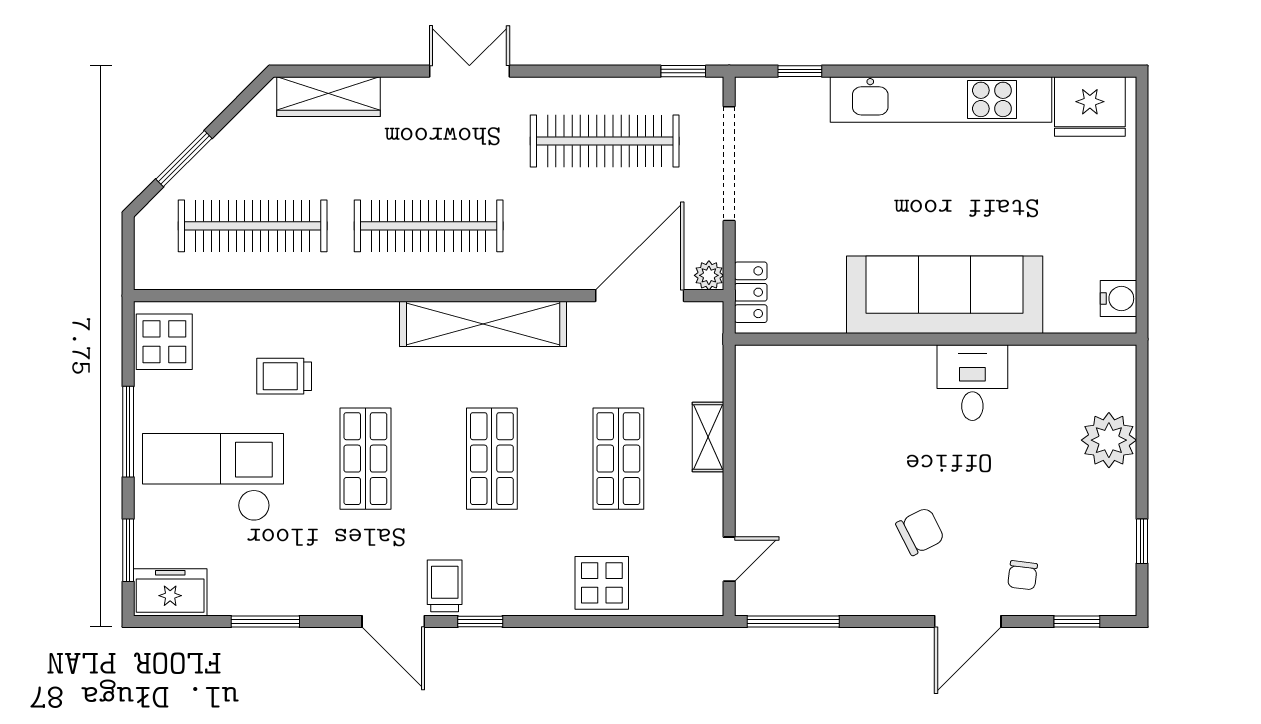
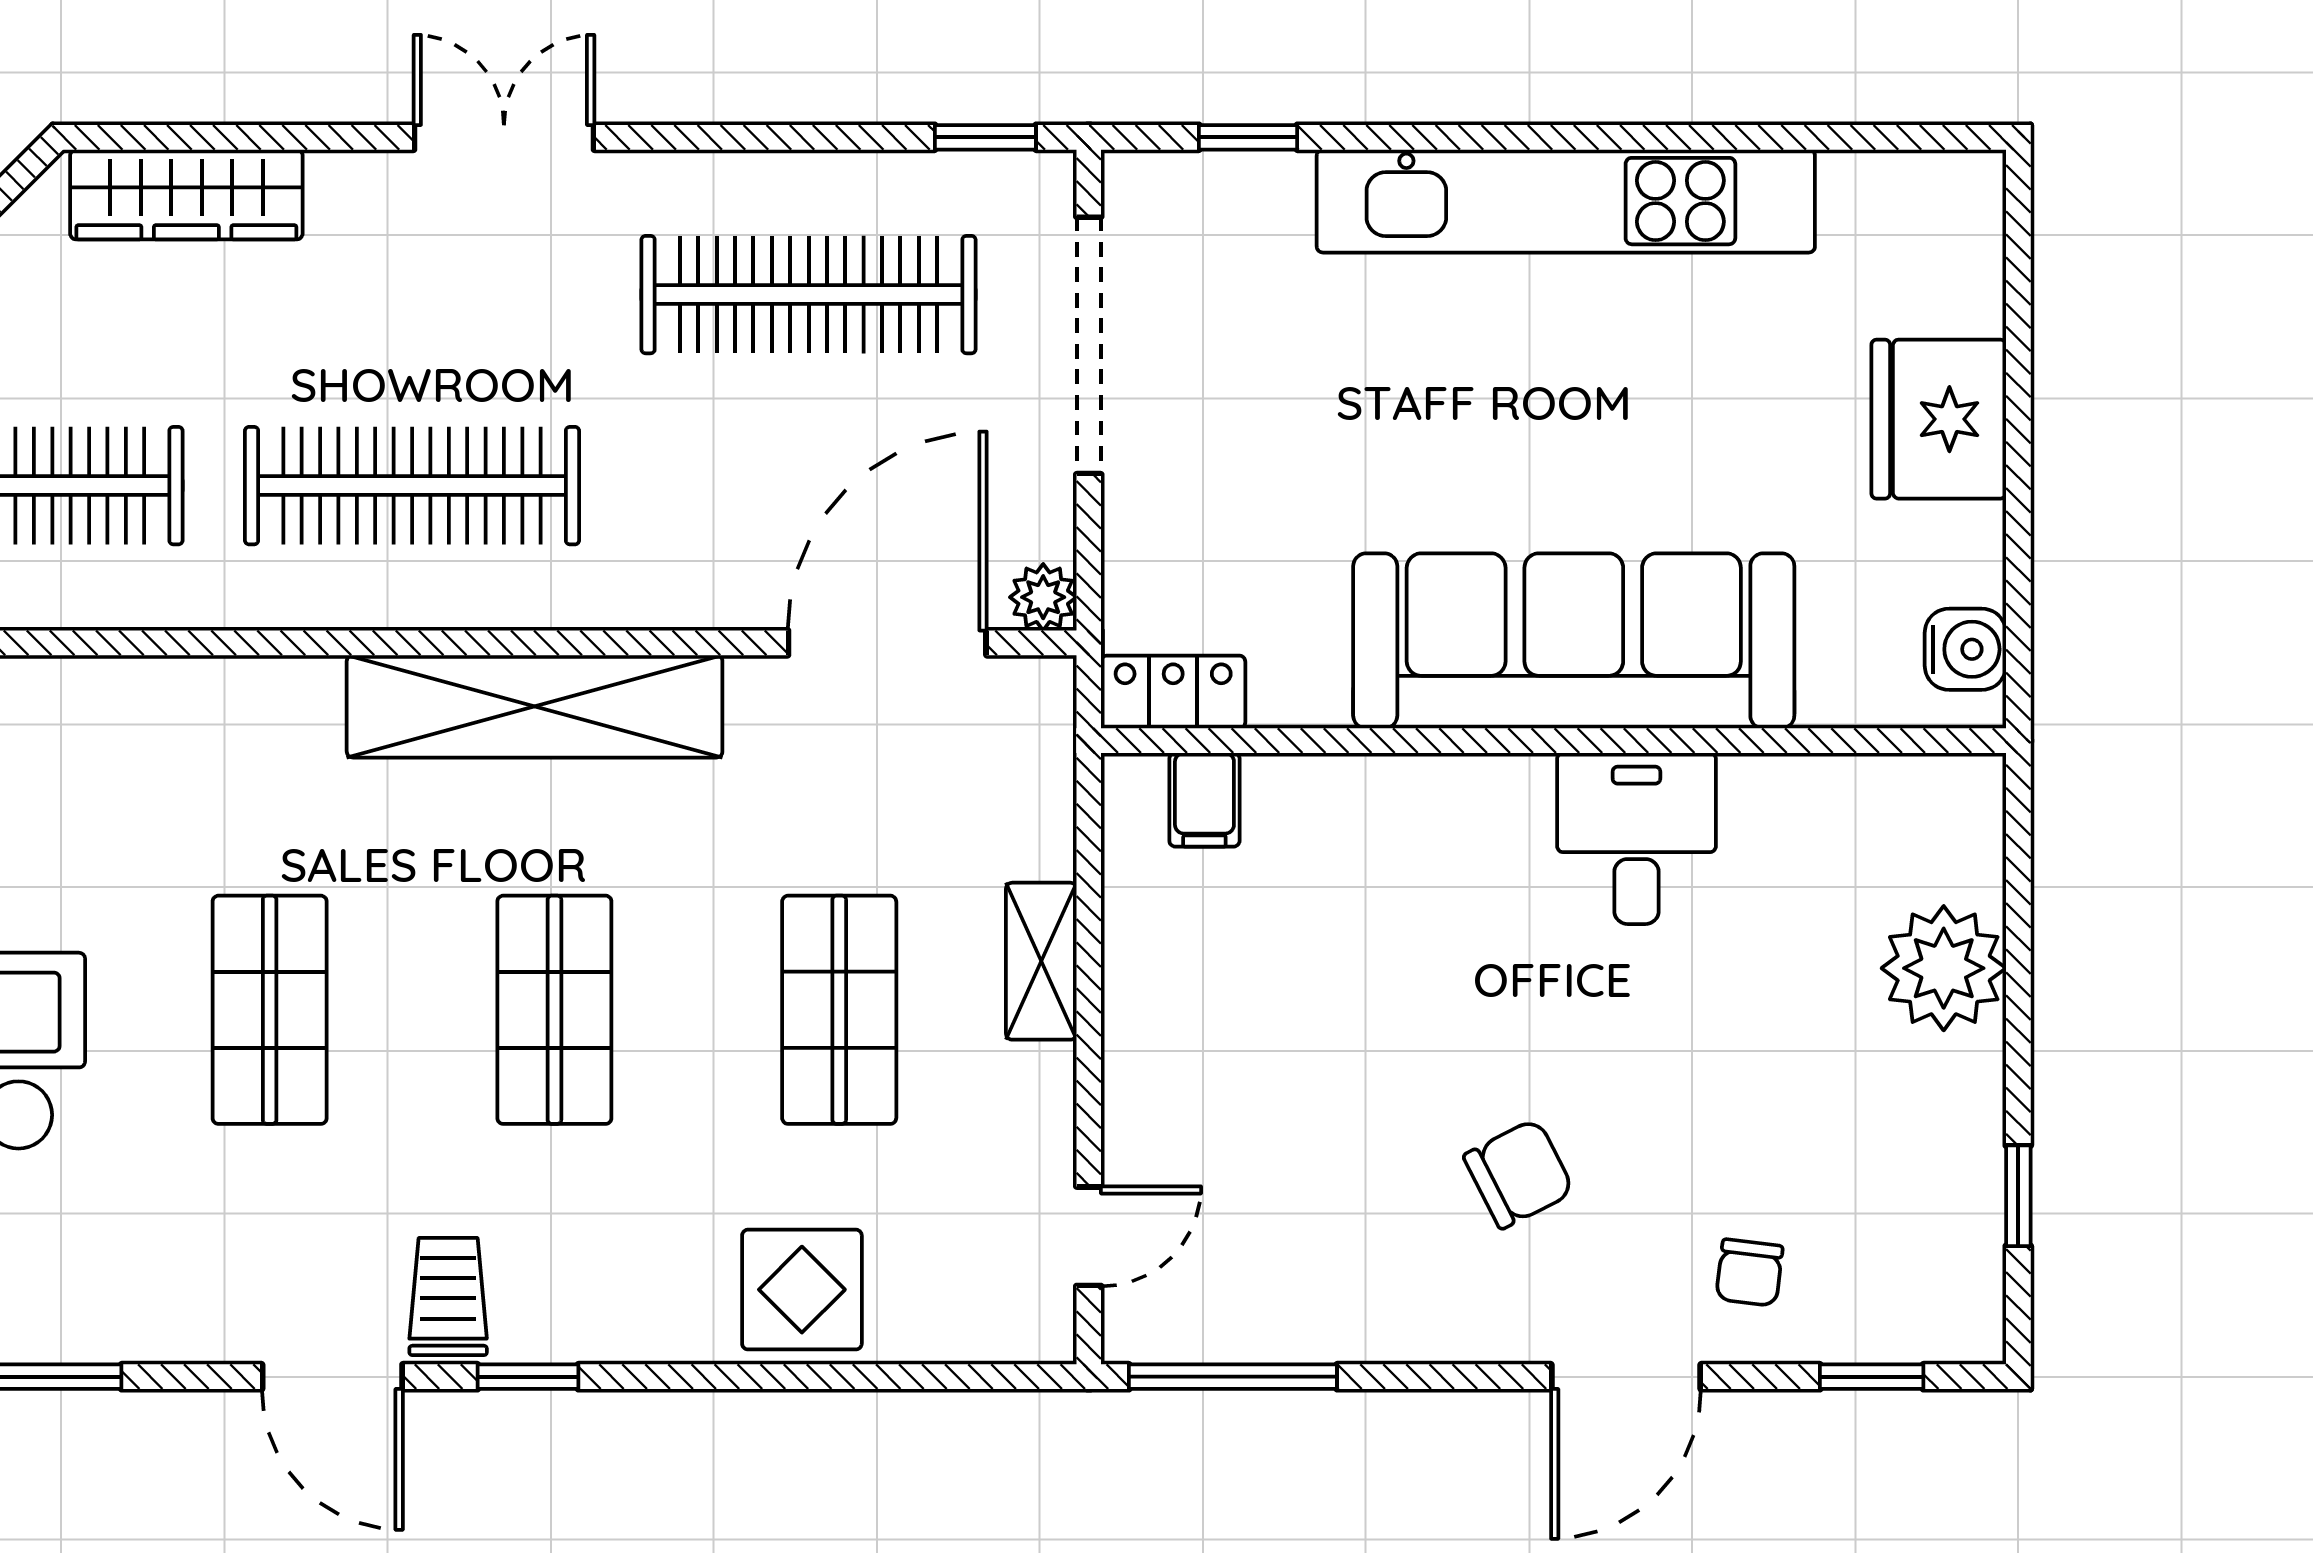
fridge: (1090, 107) -> (1939, 419), moved, turned 90
locker: (751, 292) -> (1173, 692), moved, turned -90
filing cabinet: (781, 365) -> (1204, 800), added
trolley: (284, 376) -> (87, 824), removed

